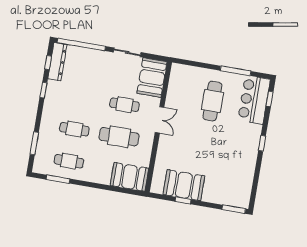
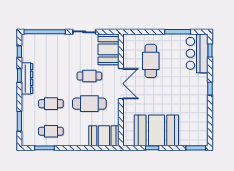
dresser: (57, 62) -> (27, 78), moved
cafe table: (212, 101) -> (151, 61), moved
double door: (160, 120) -> (121, 84), width x1.37
booth: (184, 185) -> (156, 130), width x1.36, depth x1.42

